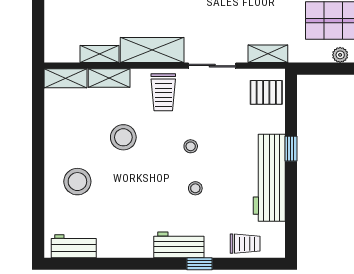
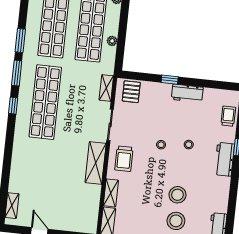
shelving: (99, 54) -> (95, 197), removed
trolley: (163, 92) -> (124, 159), turned 90
stool: (123, 137) -> (177, 195), moved
workbench: (269, 178) -> (187, 93), width x0.53, depth x0.76

